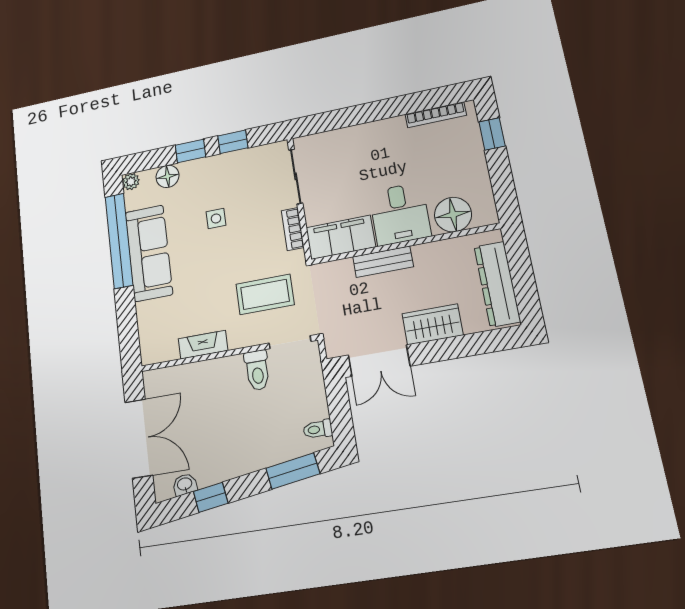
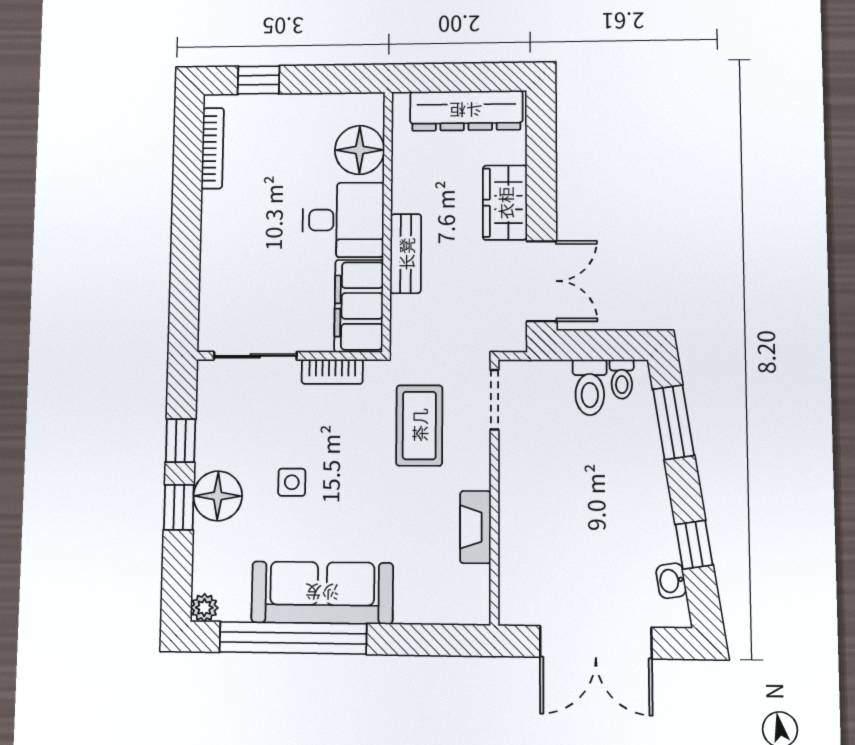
floor lamp: (168, 176) -> (218, 496), moved, width x1.38, depth x1.38
toilet: (257, 370) -> (590, 387), moved, turned 90
double door: (139, 438) -> (596, 642), swing flipped

